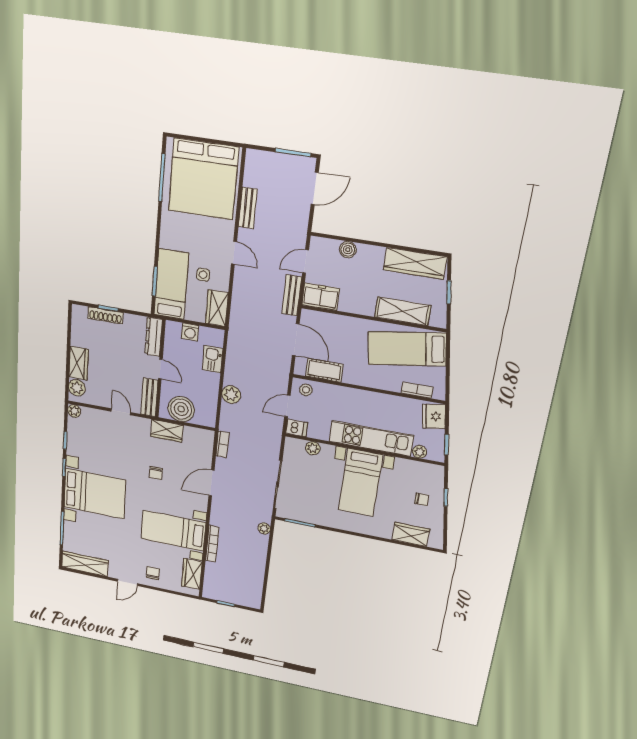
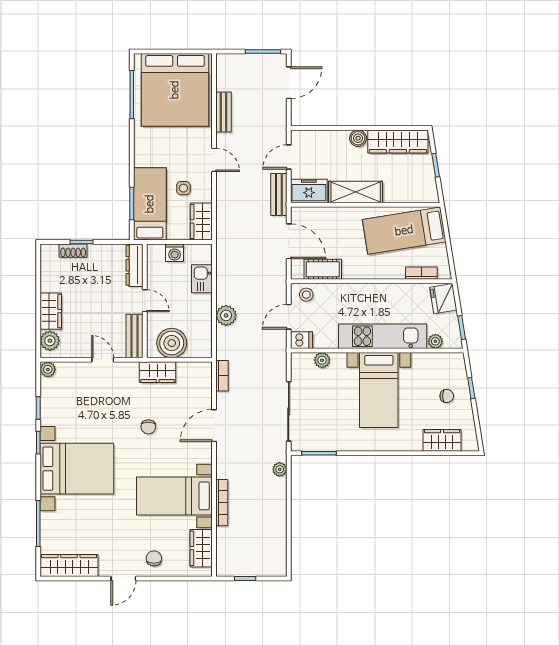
boiler: (348, 250) -> (358, 138), moved
shelving: (403, 311) -> (356, 192), moved
shoe rack: (105, 315) -> (73, 251), width x0.70

